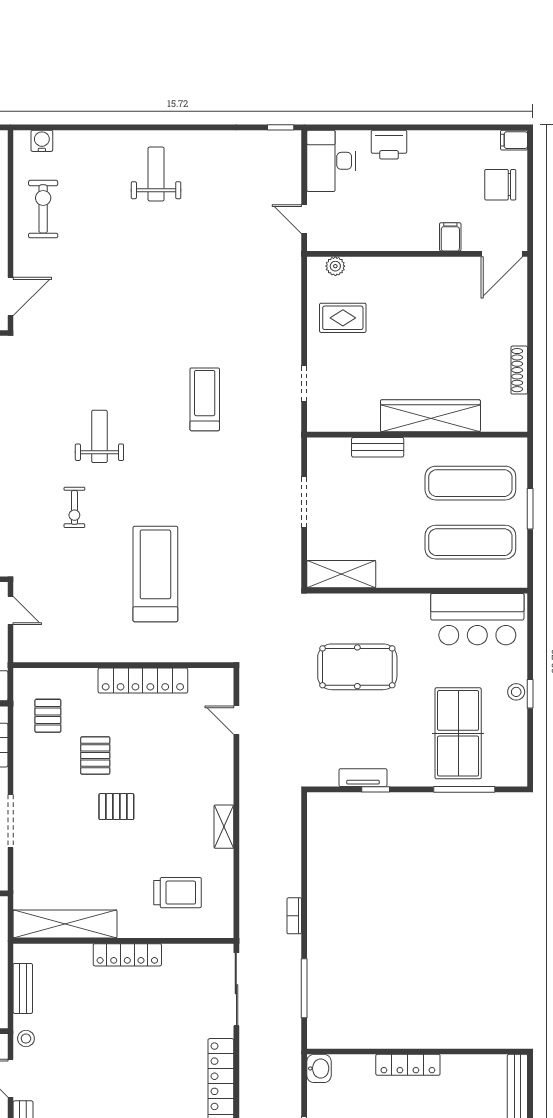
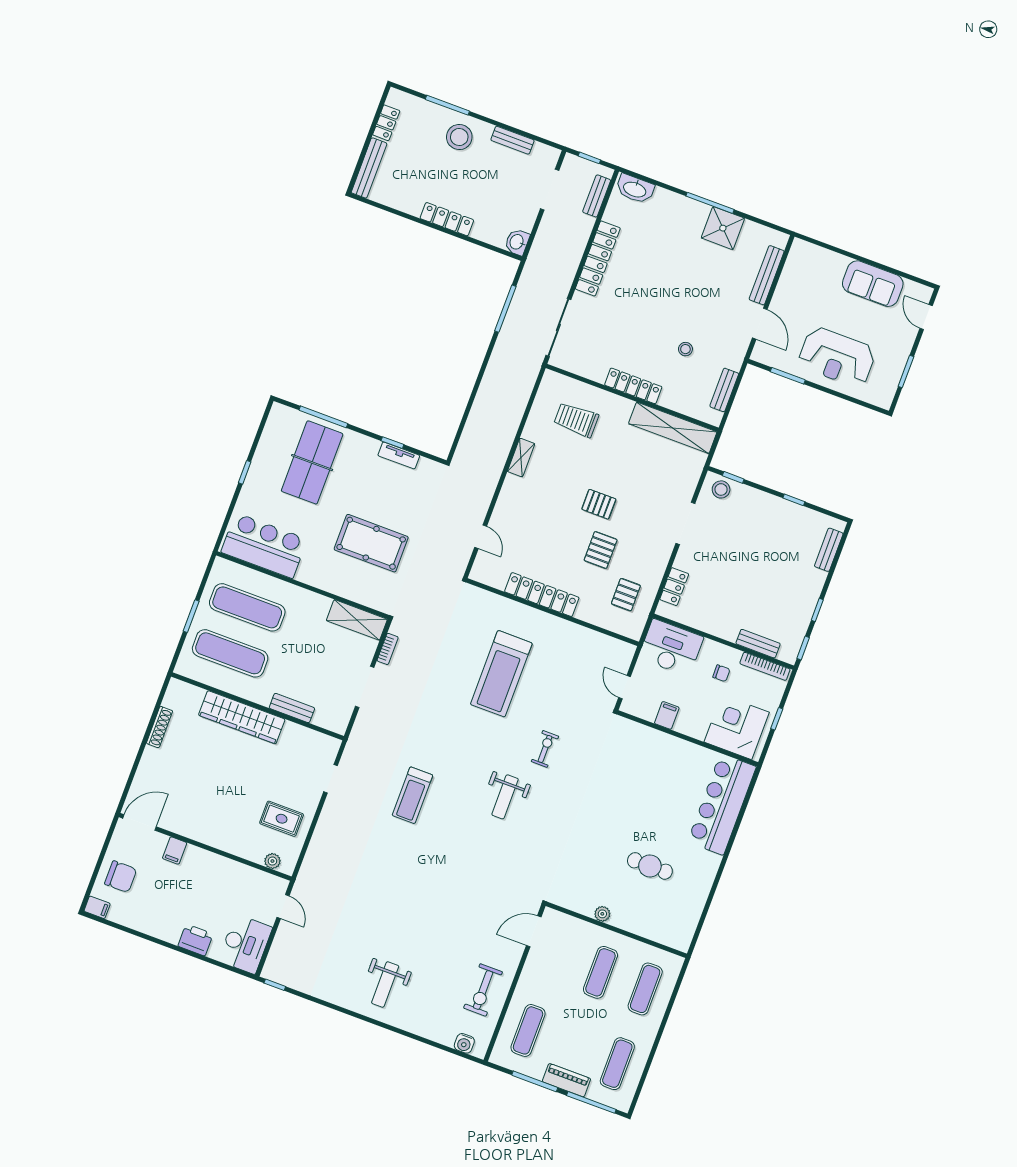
stool: (516, 692) -> (255, 478), removed
bookcase: (294, 916) -> (388, 649), moved
stool: (26, 1039) -> (685, 349), moved

